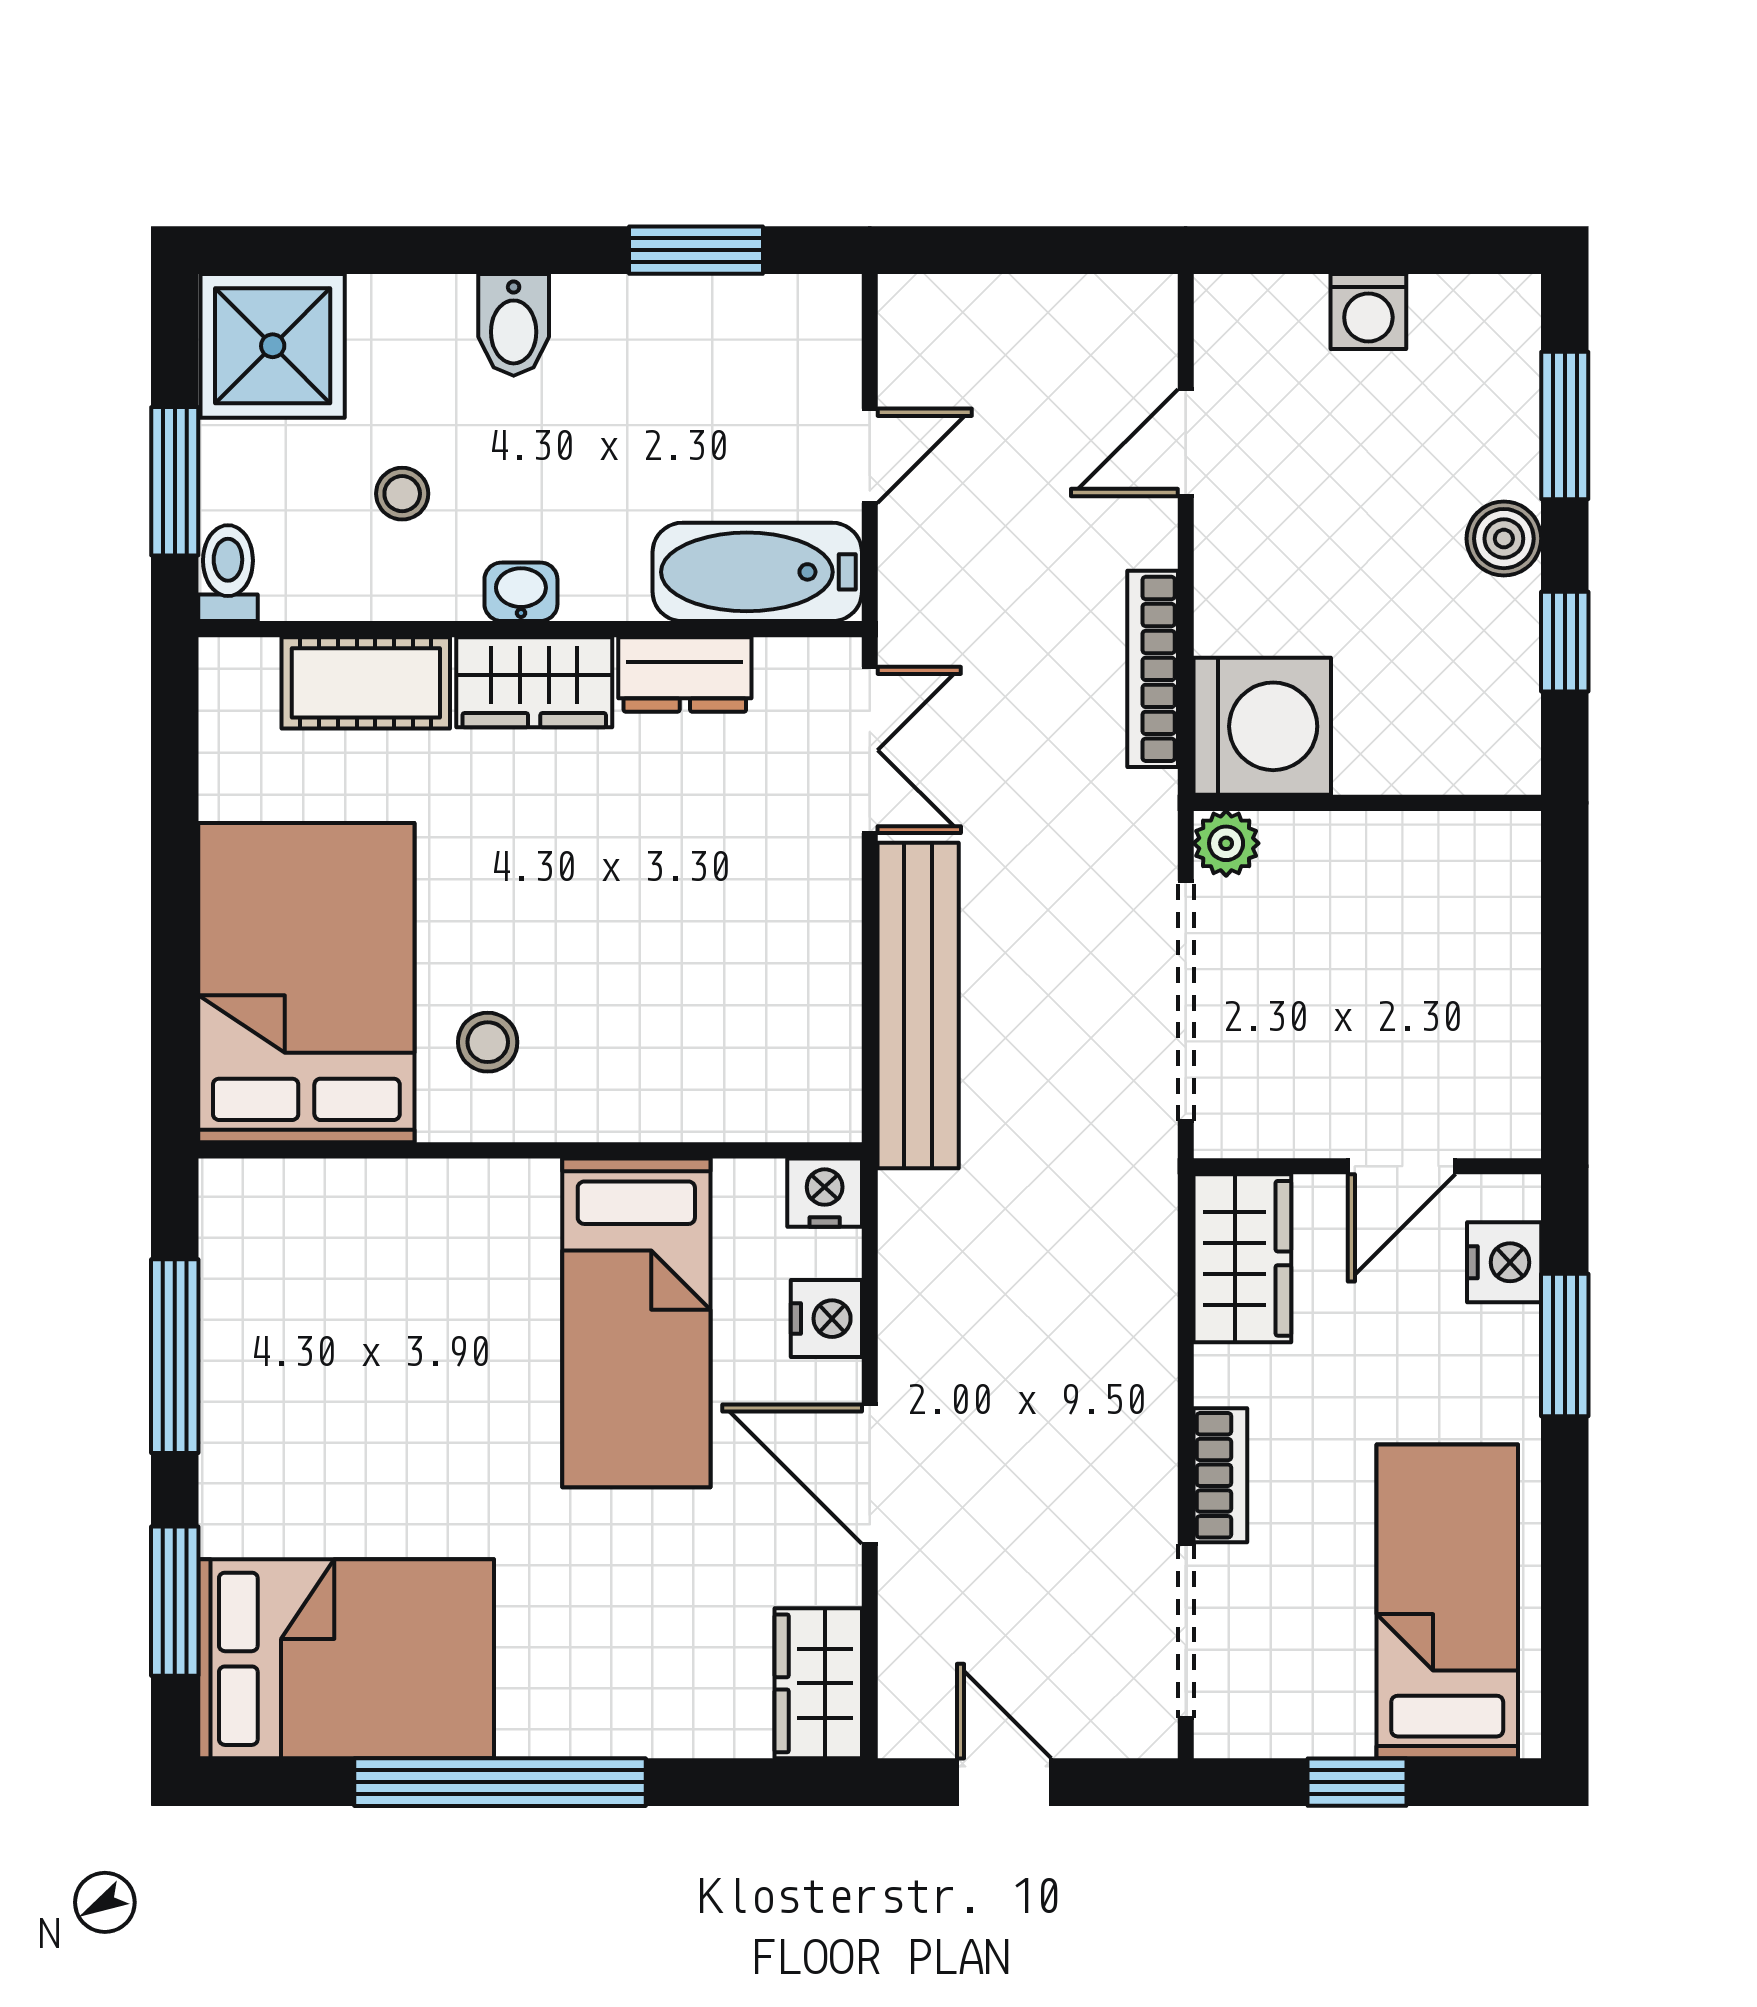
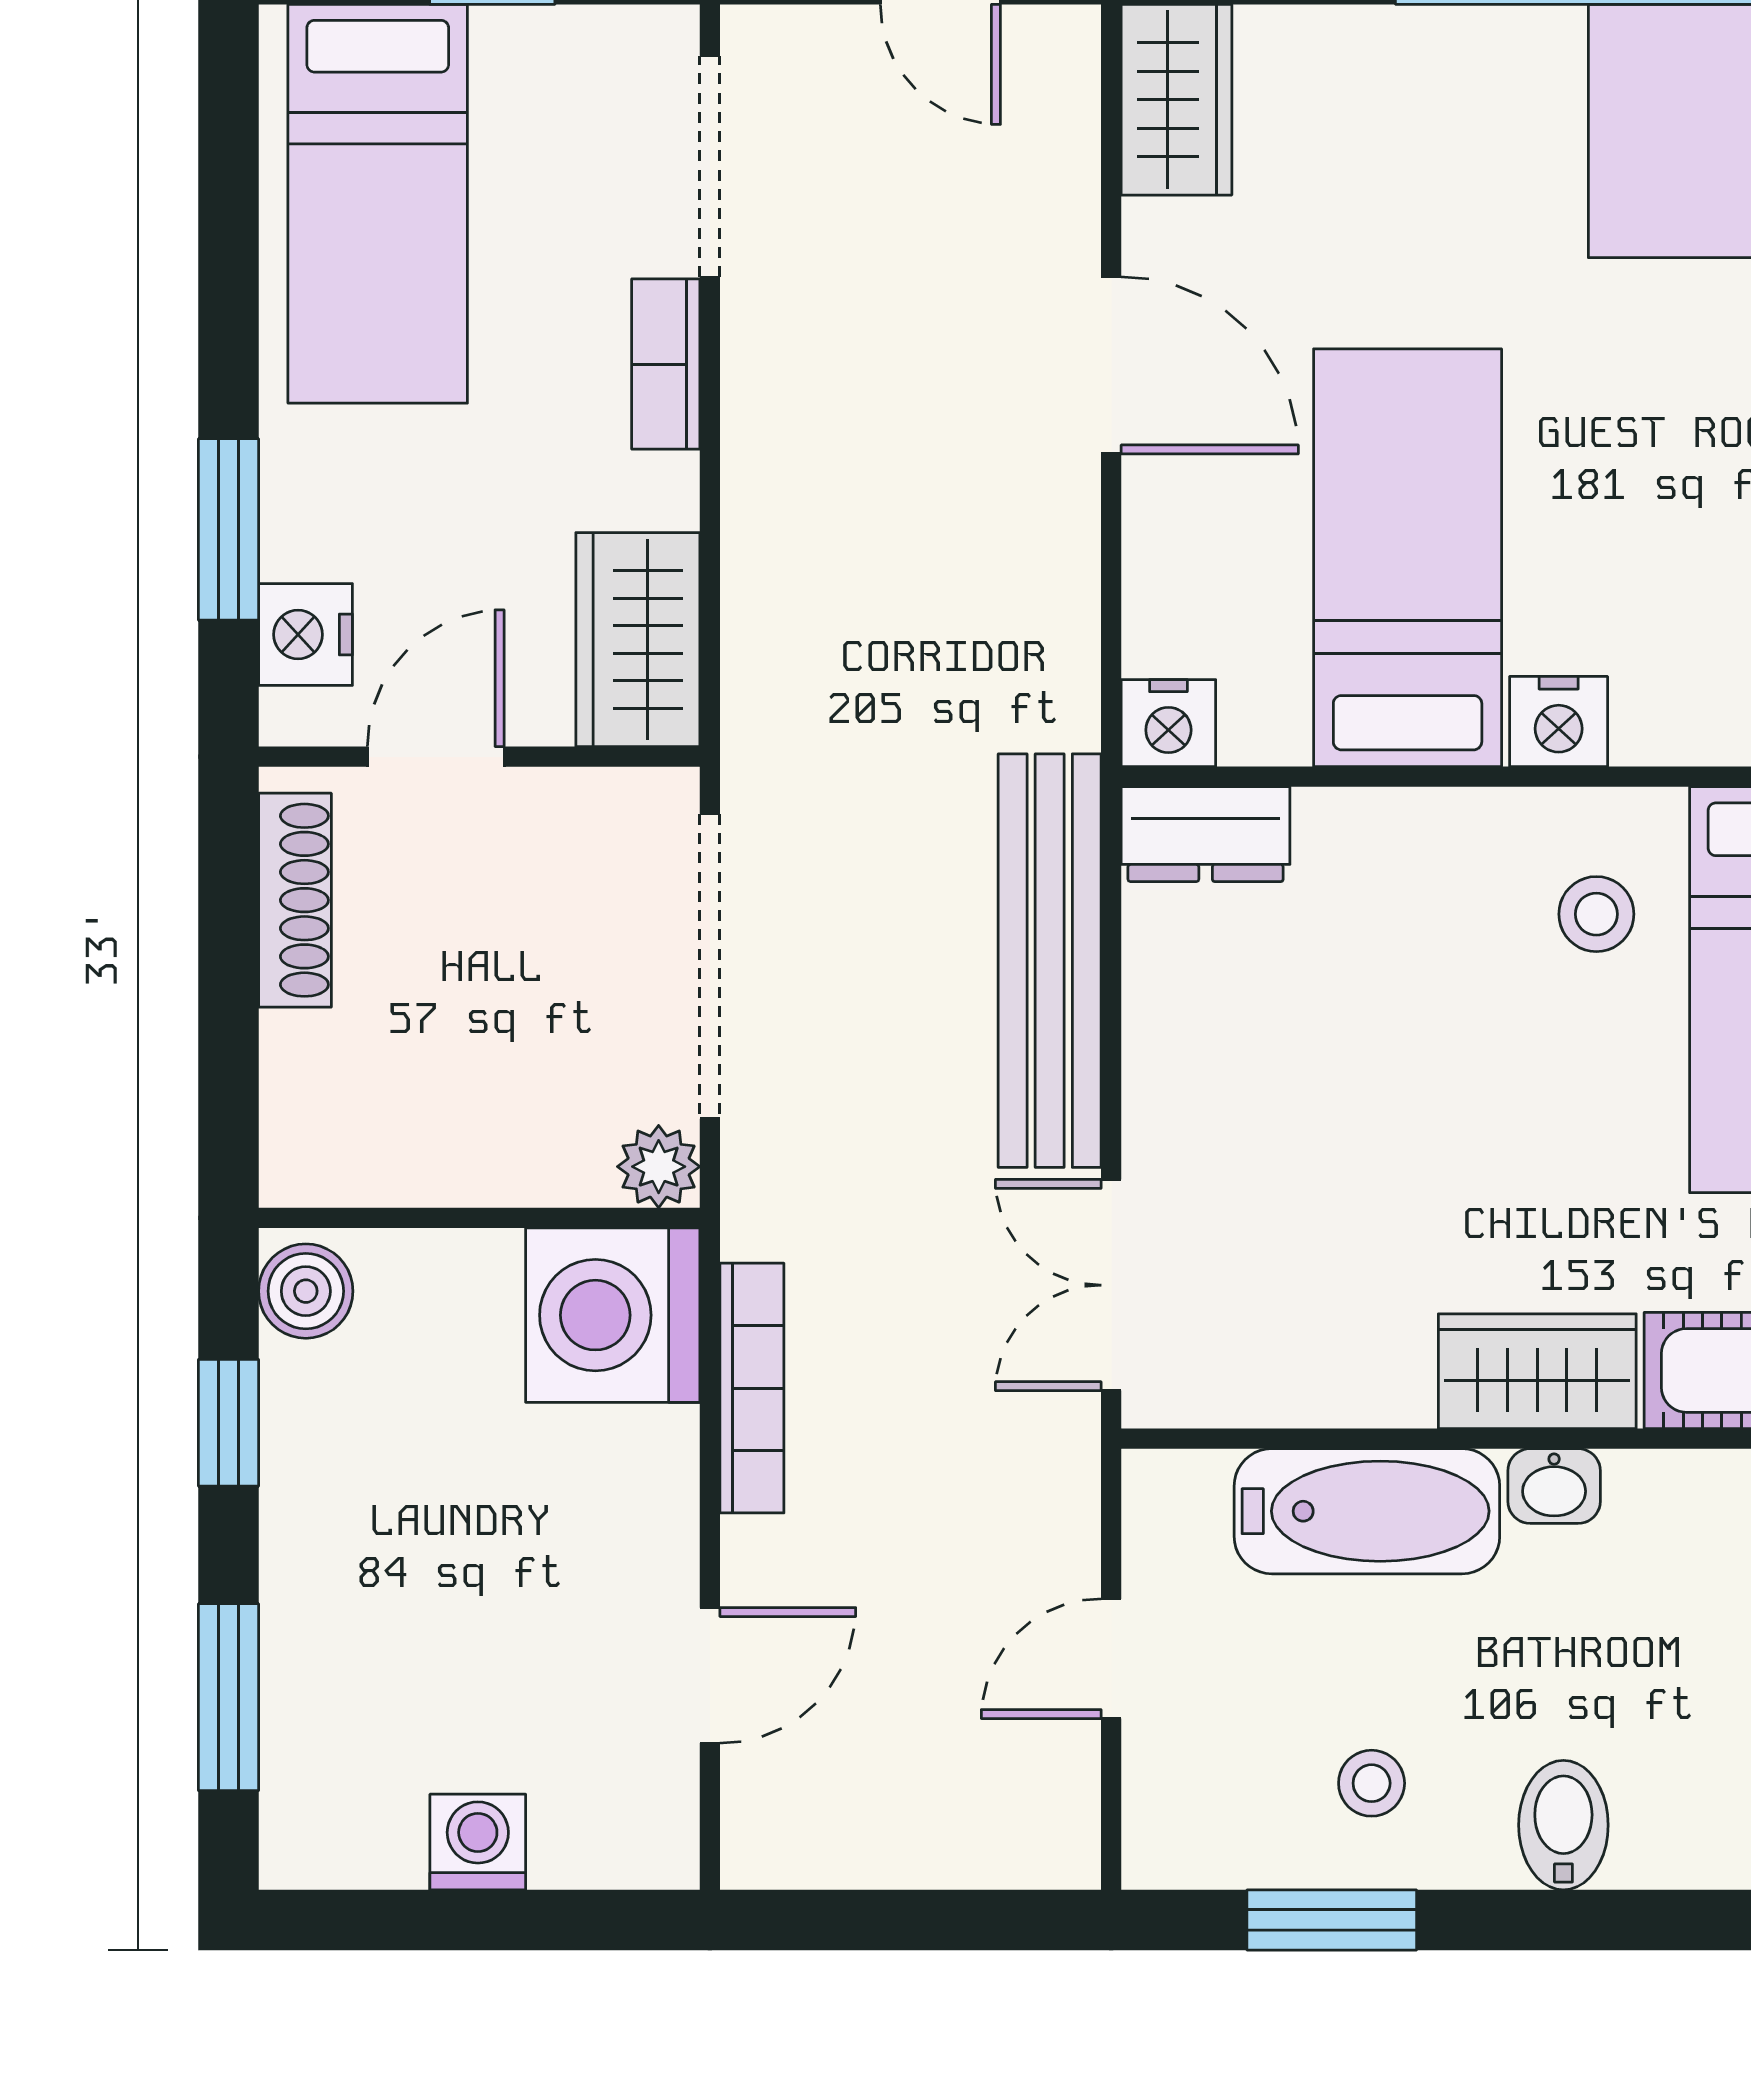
stool: (402, 494) -> (1372, 1783), moved
boiler: (1504, 539) -> (306, 1291), moved
bathtub: (757, 572) -> (1367, 1511), moved
dresser: (685, 674) -> (1206, 834), moved, turned 180
shoe rack: (1512, 1053) -> (295, 900), added
nightstand: (826, 1319) -> (1559, 721), moved, turned -90

